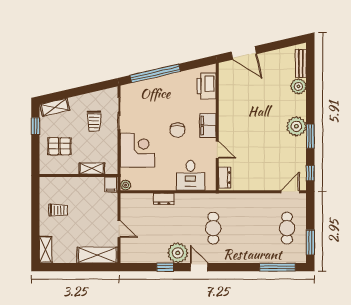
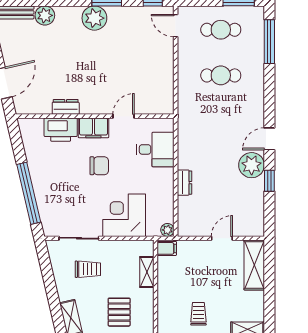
printer: (206, 86) -> (61, 130), moved
dresser: (225, 178) -> (66, 107), moved
cafe table: (213, 228) -> (221, 75), moved

